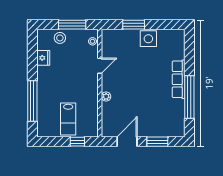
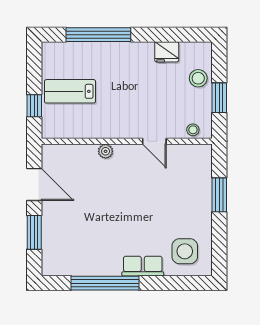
window: (72, 25) -> (219, 98), width x0.69
side table: (148, 39) -> (185, 251), moved
row of seats: (179, 79) -> (143, 266), width x0.68

